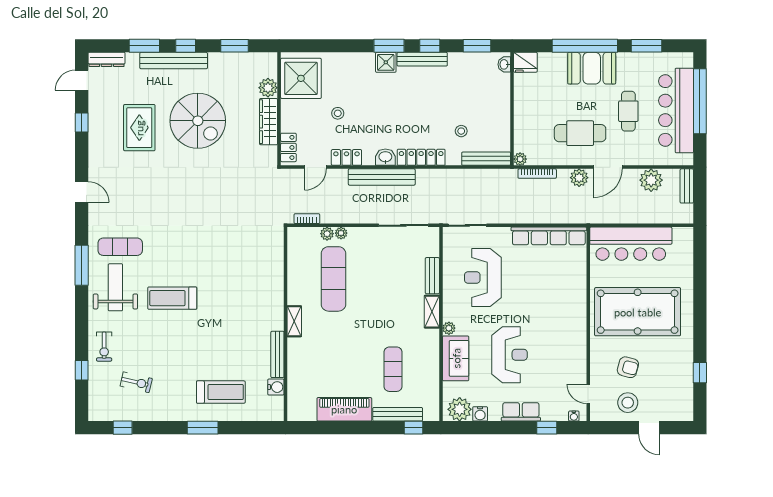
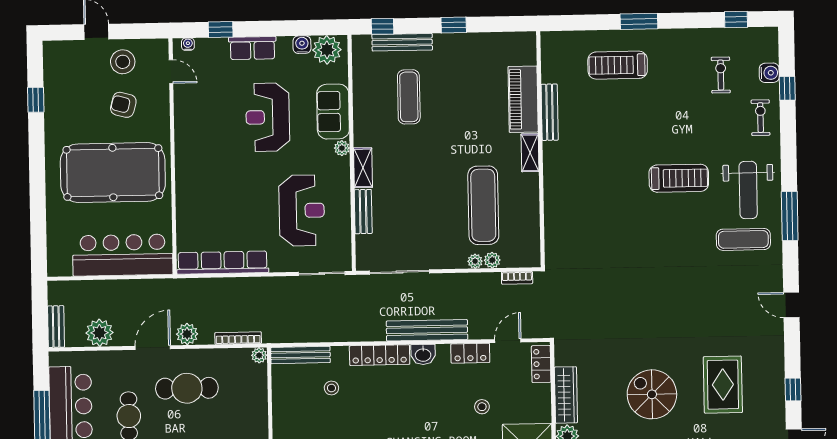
spiral stairs: (198, 121) -> (652, 394), width x0.73, depth x0.73
exercise bike: (136, 382) -> (721, 75), turned 77
water cooler: (276, 387) -> (769, 73), moved, turned 180
piano: (344, 409) -> (523, 99), moved, turned 90
window: (355, 428) -> (454, 25), added

